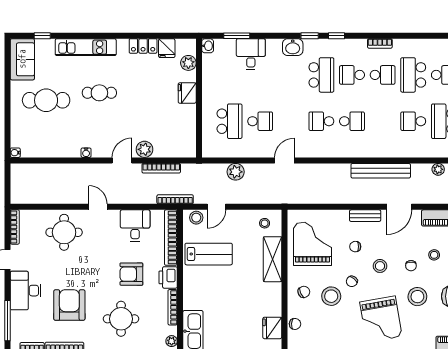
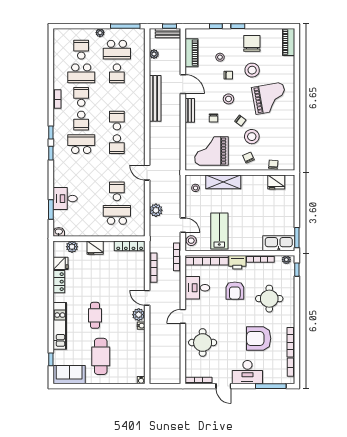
washbasin: (293, 47) -> (60, 166), removed
locker: (189, 138) -> (130, 246), added
plant: (145, 149) -> (139, 315), moved

